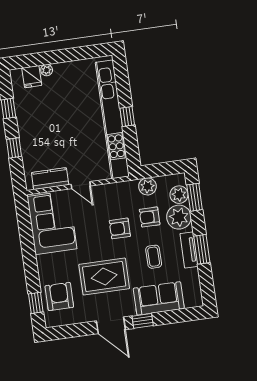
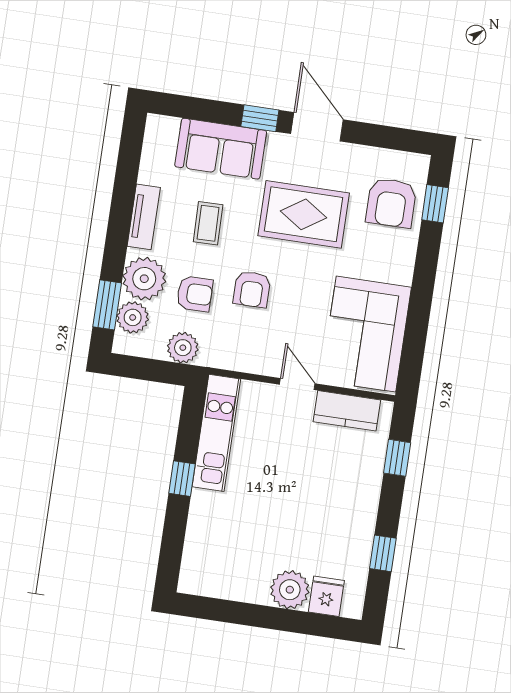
plant: (47, 70) -> (290, 590), width x1.87, depth x1.87
kitchen unit: (112, 119) -> (216, 433), width x0.54
window: (14, 148) -> (397, 458), moved
armchair: (120, 228) -> (252, 289), turned 90
window: (202, 249) -> (121, 211), removed

